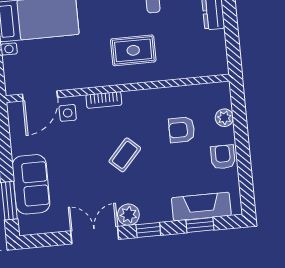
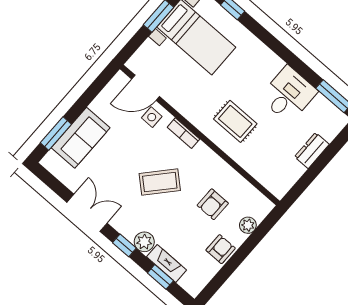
armchair: (182, 130) -> (213, 204), turned -90
coffee table: (125, 155) -> (160, 182), width x1.36, depth x1.30
fireplace: (201, 207) -> (167, 263), width x0.73, depth x0.76
plant: (128, 215) -> (144, 242), moved

